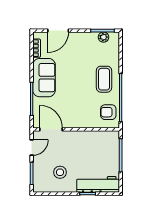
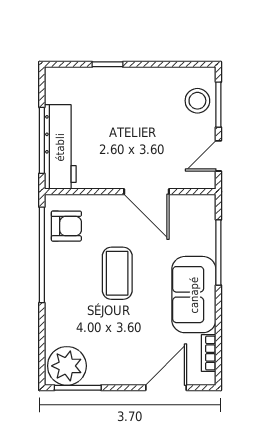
plant: (103, 37) -> (67, 366), width x1.88, depth x1.88
coffee table: (104, 79) -> (117, 273), moved
door: (51, 129) -> (146, 192), moved
stool: (60, 172) -> (197, 101), moved
workbench: (98, 184) -> (60, 147), moved, turned -90

